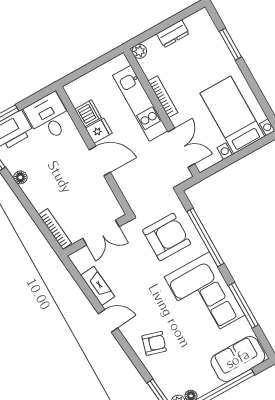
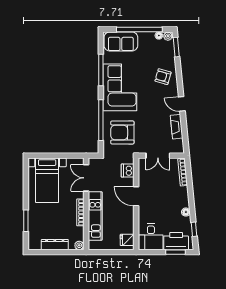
dresser: (173, 34) -> (55, 245), width x1.44
dishwasher: (88, 113) -> (128, 171), moved
fridge: (99, 131) -> (127, 240), moved
double door: (101, 233) -> (158, 156), swing flipped

